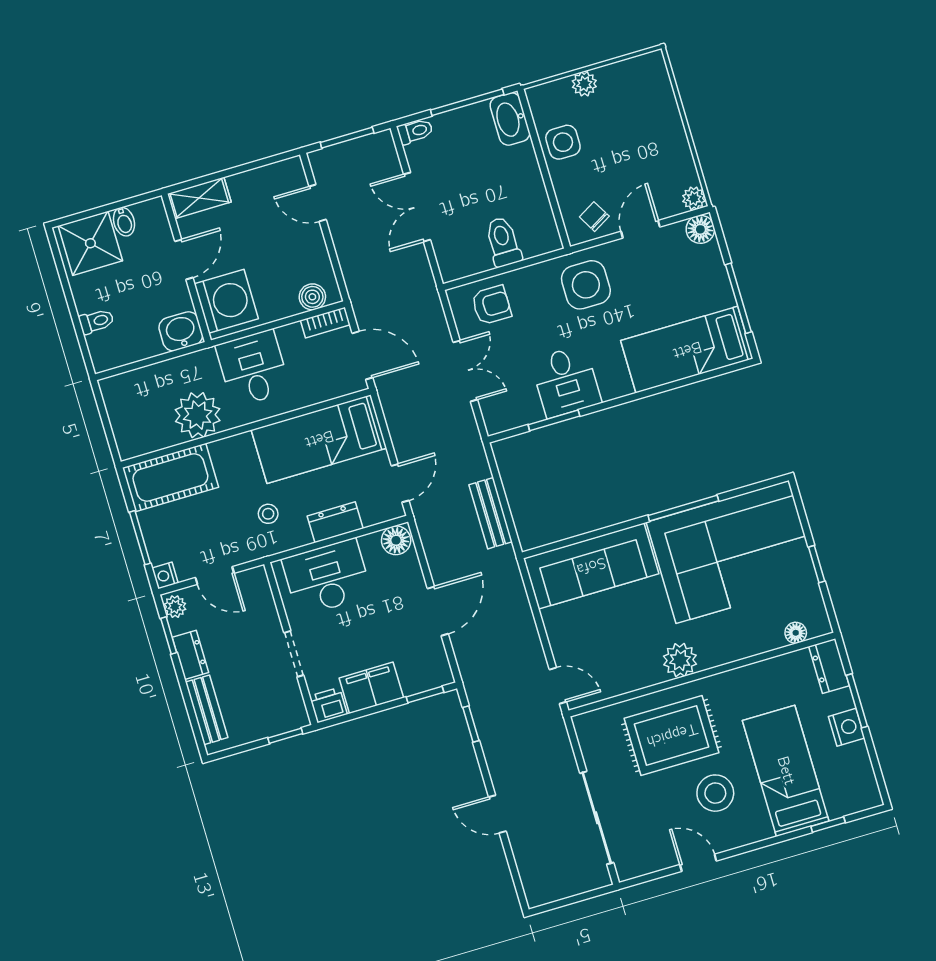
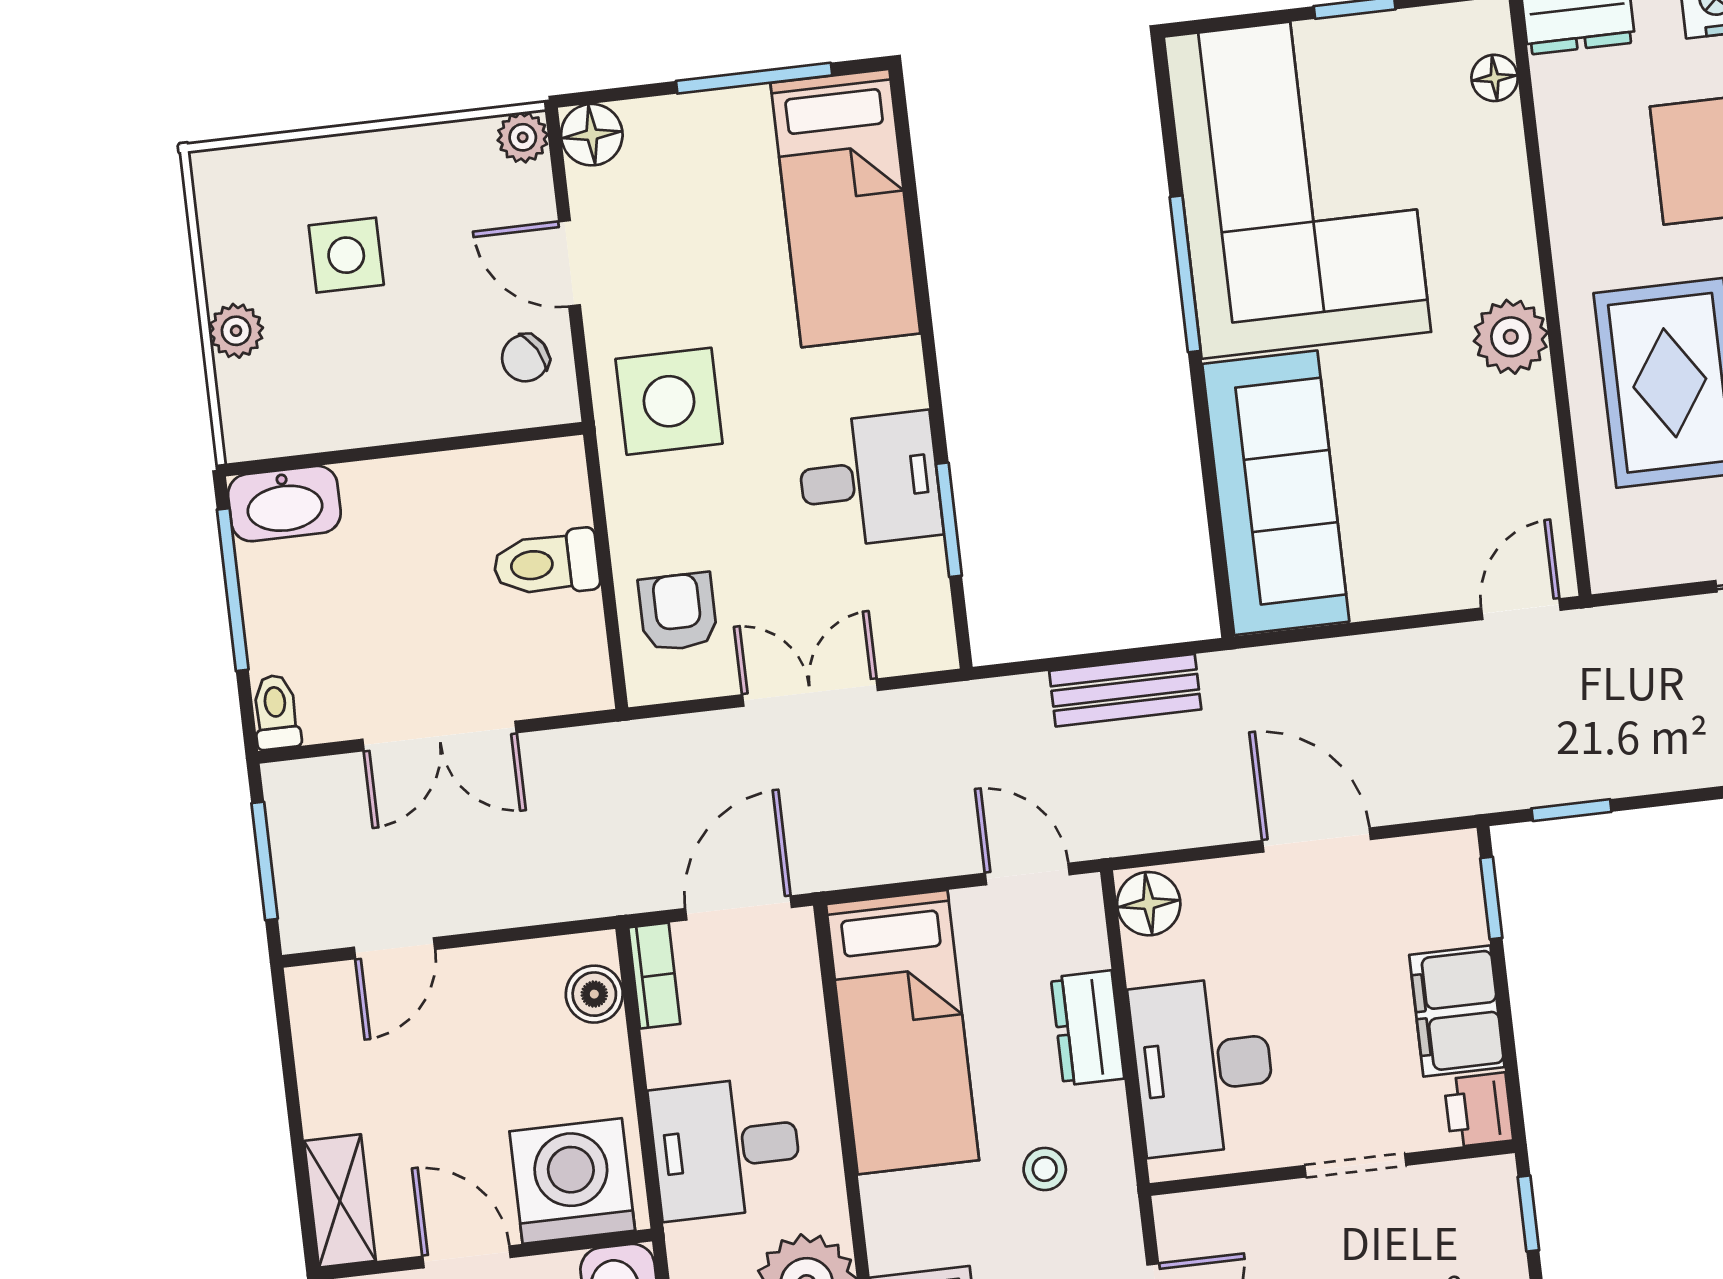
side table: (563, 142) -> (346, 255), moved

